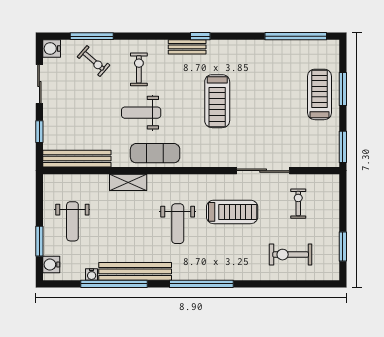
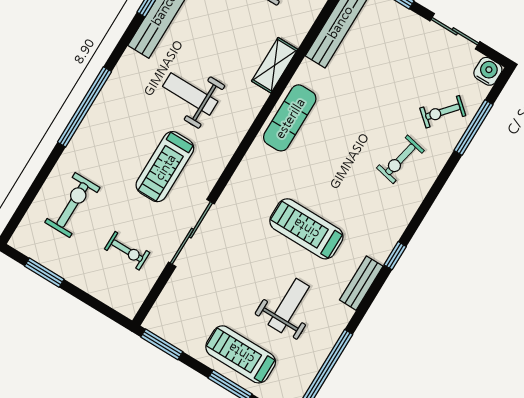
bench: (187, 47) -> (361, 283), moved
exercise bike: (139, 69) -> (400, 159), turned 102
treadmill: (320, 94) -> (241, 354), turned 180
weight bench: (141, 113) -> (289, 306), moved
window: (201, 284) -> (85, 107), moved

